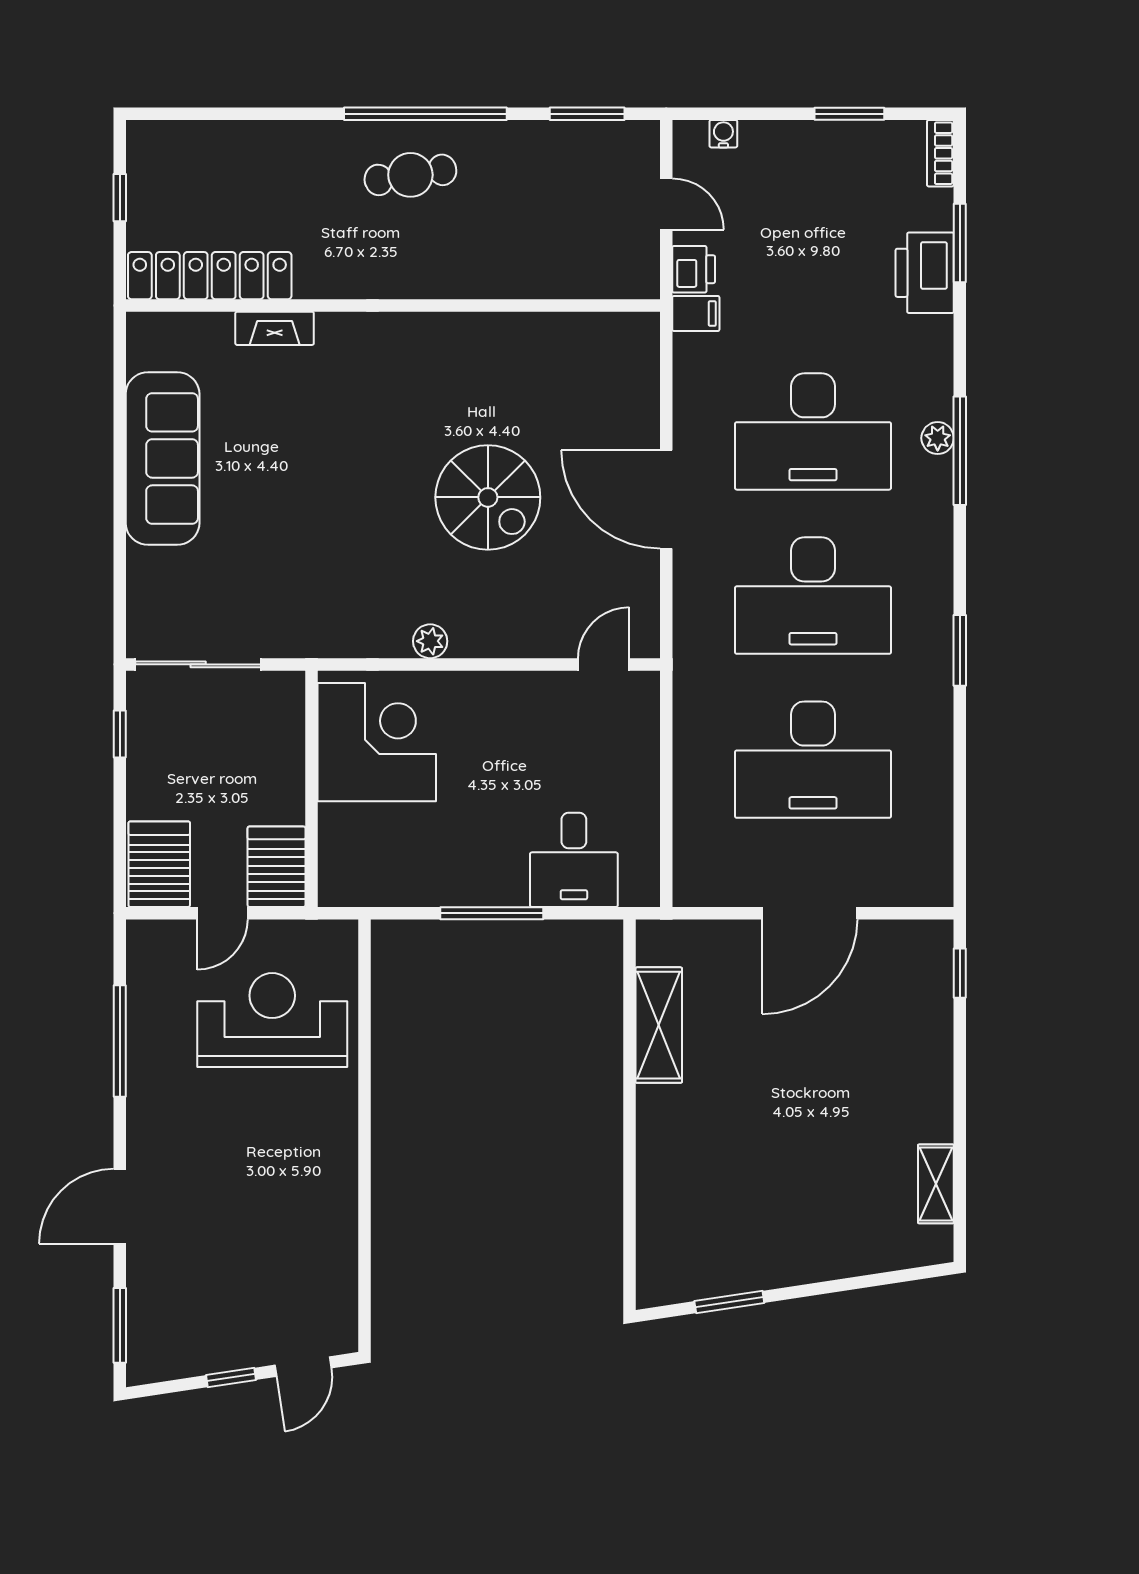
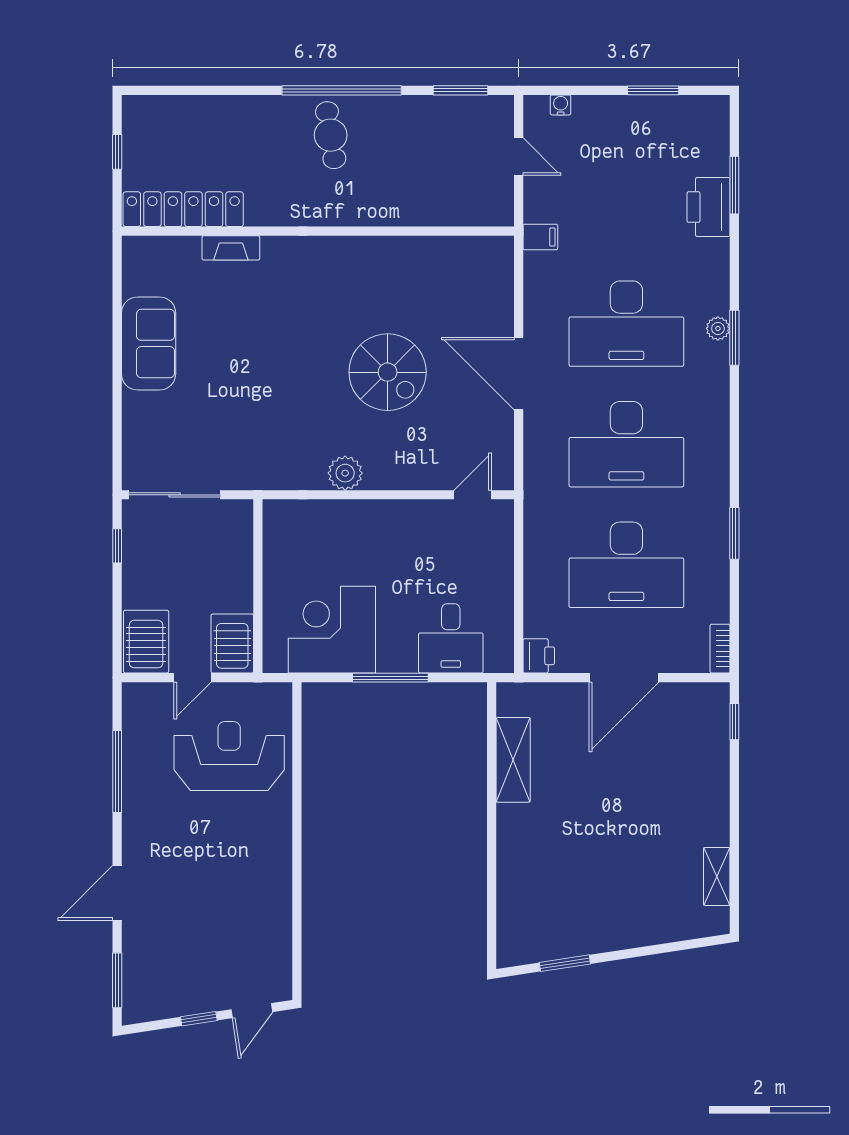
bookcase: (940, 153) -> (720, 649), moved
cafe table: (410, 175) -> (331, 135), turned 90
printer: (694, 269) -> (539, 656), moved
window: (960, 451) -> (734, 338), width x0.69
sofa: (163, 458) -> (149, 343), width x0.73
plant: (430, 641) -> (345, 473), width x1.38, depth x1.38
window: (960, 650) -> (734, 533), moved
corner desk: (377, 742) -> (332, 630), moved, turned -90

